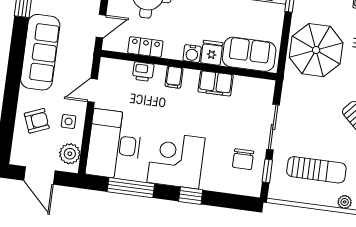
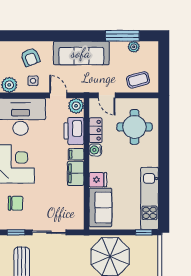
water cooler: (192, 54) -> (95, 150), moved
plant: (110, 69) -> (76, 106), added
printer: (143, 72) -> (74, 131), width x1.87, depth x1.48
filing cabinet: (216, 83) -> (76, 173), moved
chair: (243, 159) -> (16, 203), moved, turned 180

